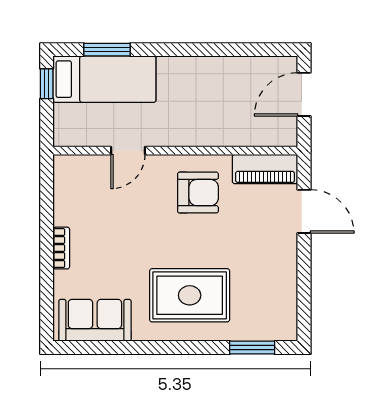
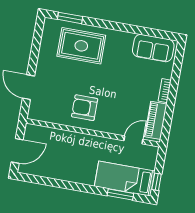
door: (128, 151) -> (133, 140), moved
piano: (265, 169) -> (156, 120), moved, turned -90
rug: (190, 295) -> (81, 46), moved

